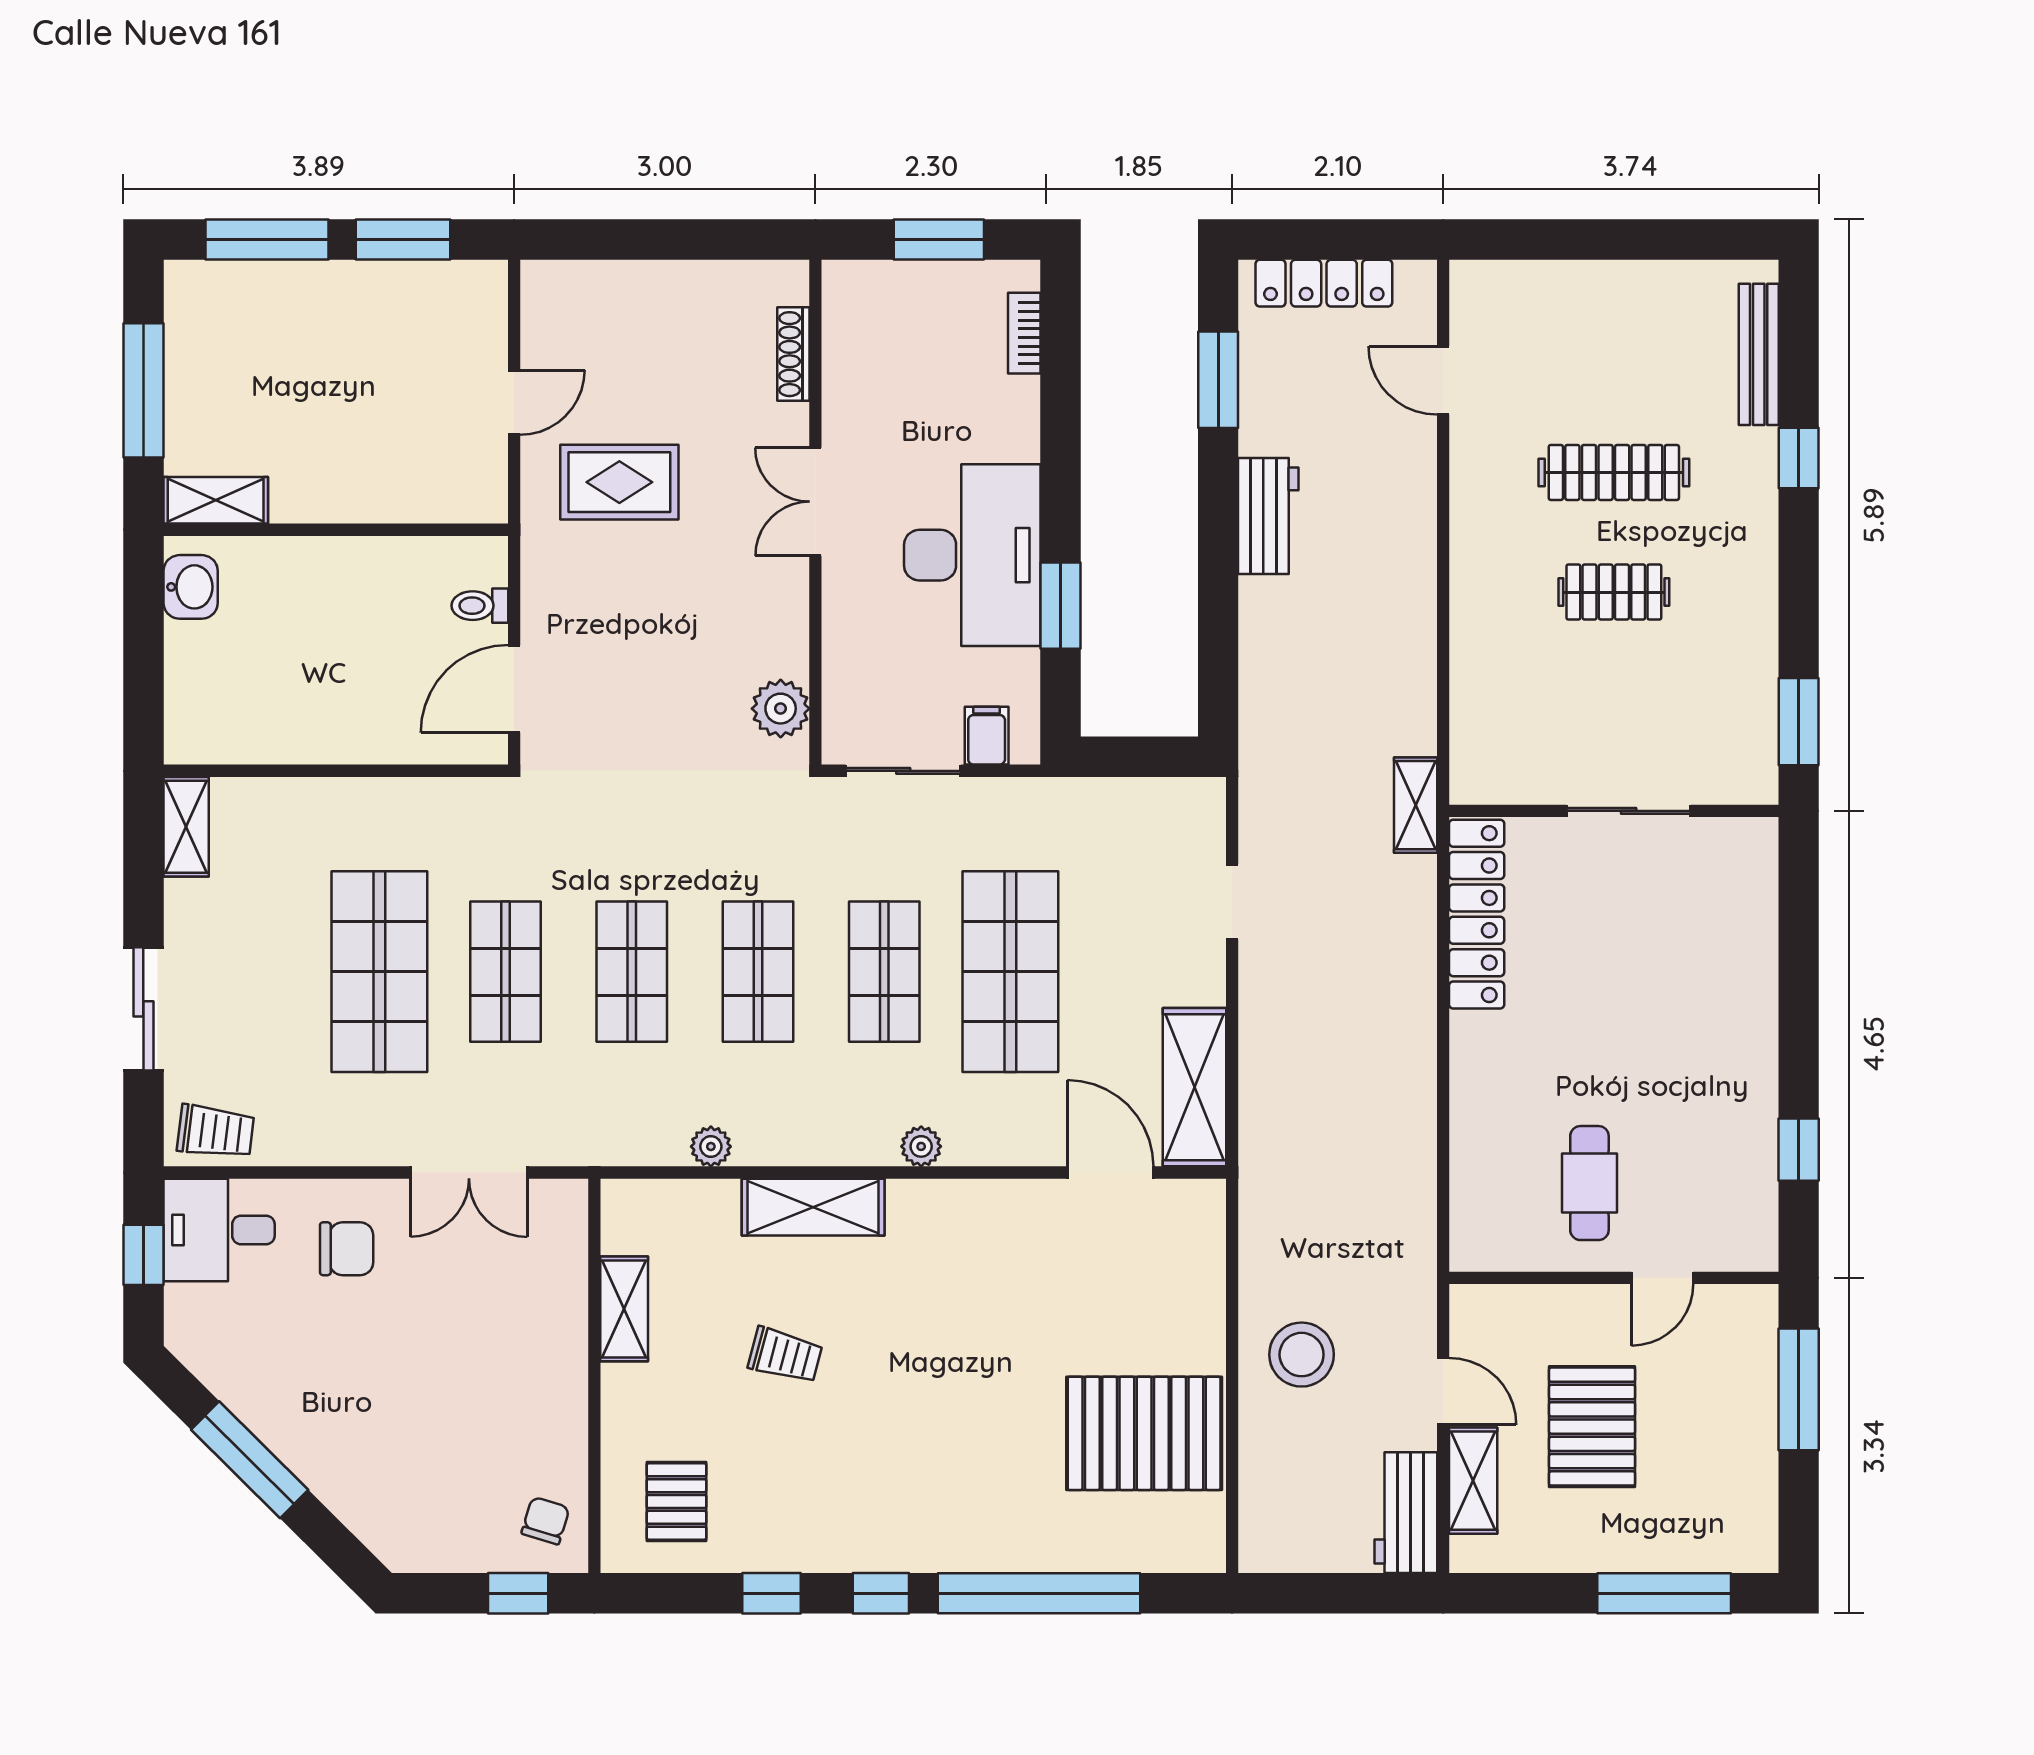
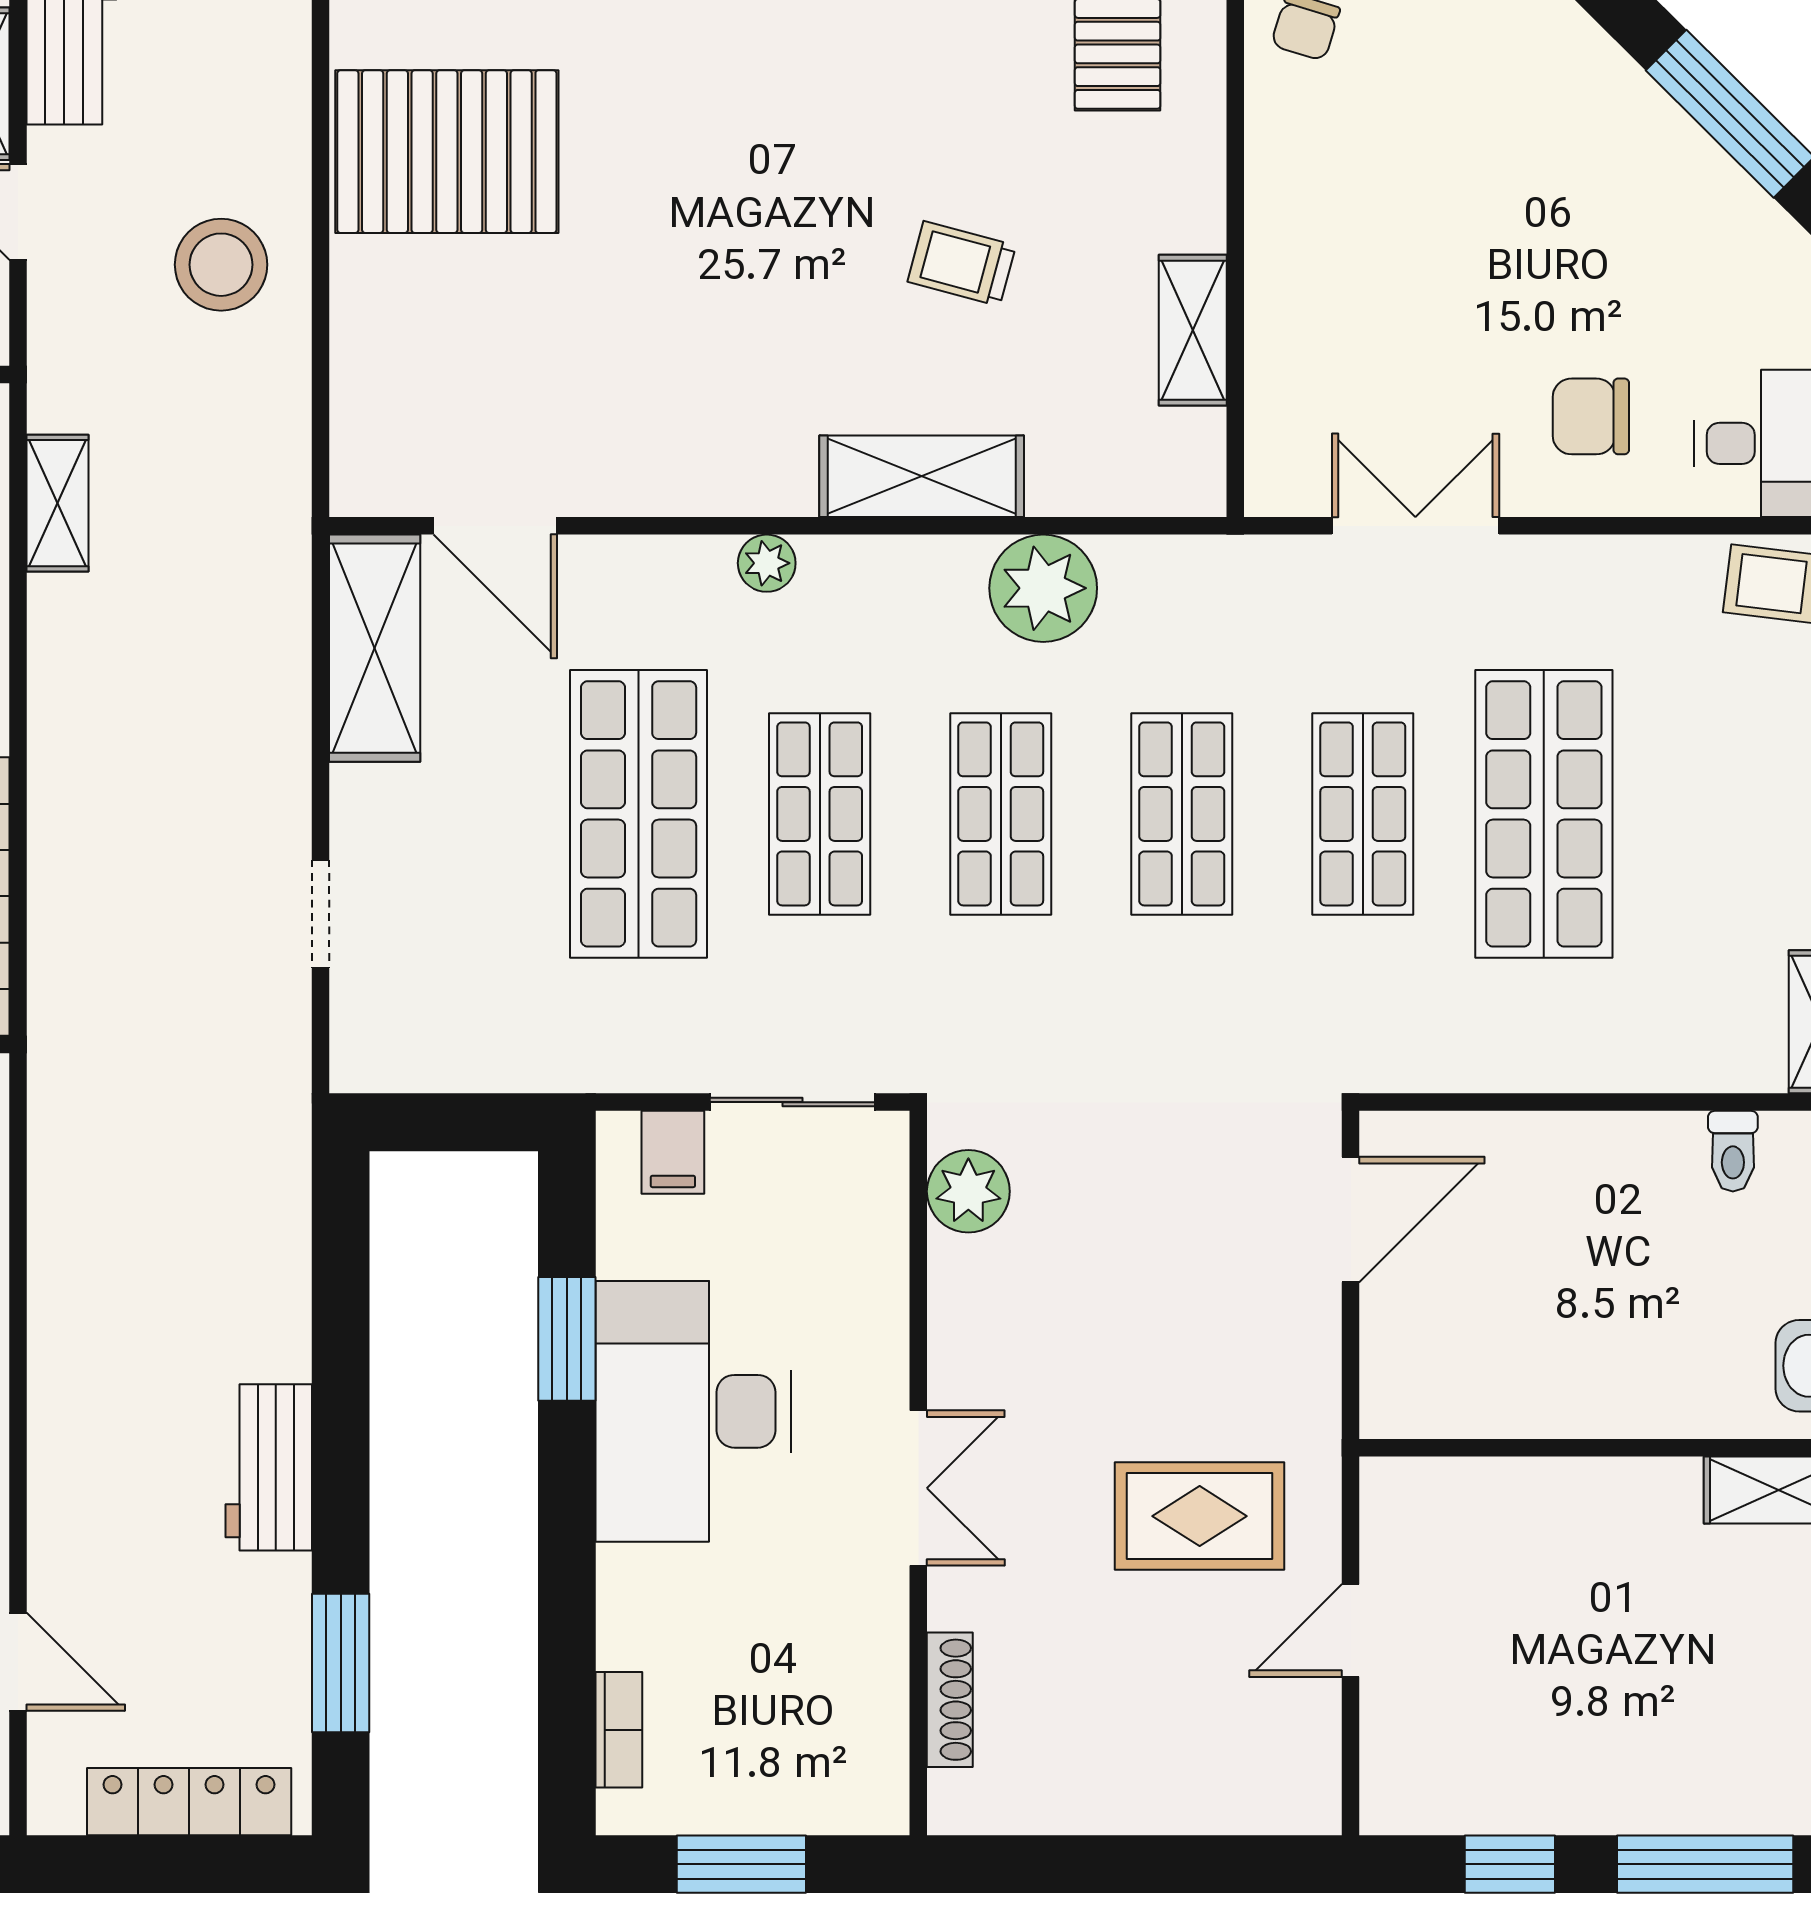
window: (403, 239) -> (1510, 1864), width x0.67
toilet: (480, 606) -> (1733, 1151), moved, turned 90
shelving: (1416, 805) -> (57, 503), moved
plant: (711, 1146) -> (1043, 588), width x1.87, depth x1.87

